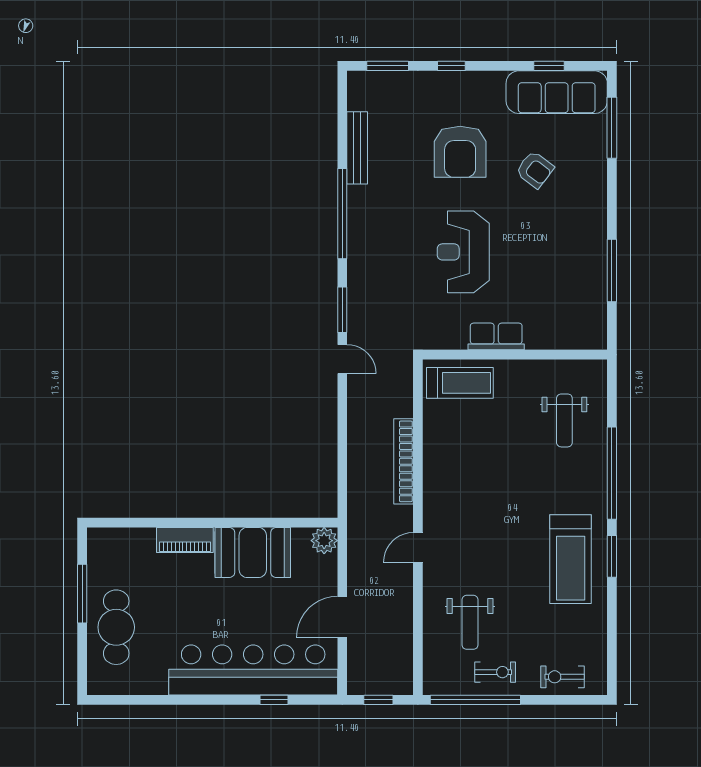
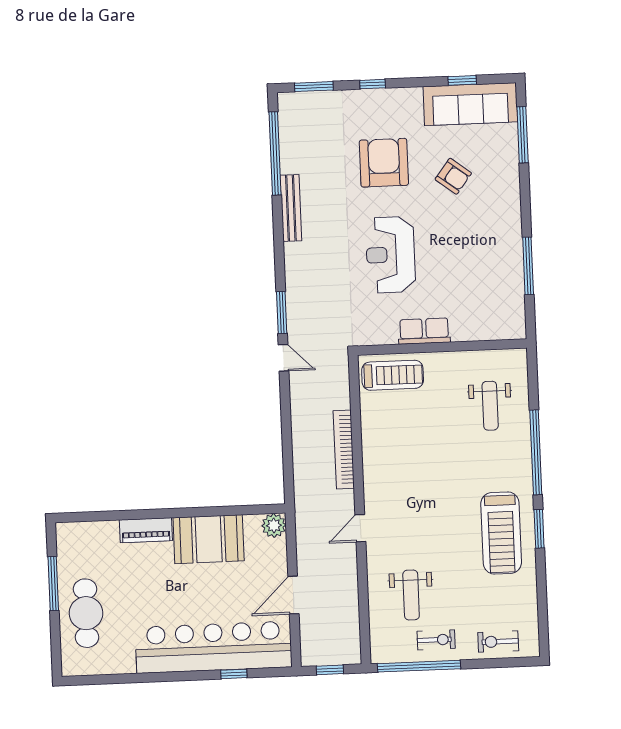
bench: (357, 148) -> (291, 208), moved
armchair: (460, 152) -> (384, 163), turned 180
window: (342, 214) -> (275, 153), moved

